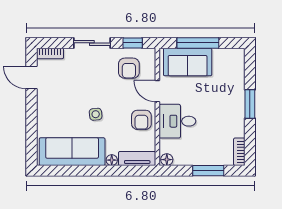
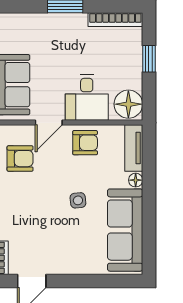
bookcase: (239, 152) -> (115, 20), width x1.56
floor lamp: (167, 160) -> (128, 104), width x1.89, depth x1.89
window: (208, 171) -> (149, 59), width x0.67

